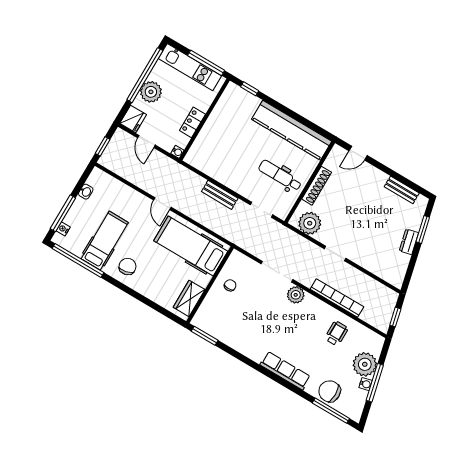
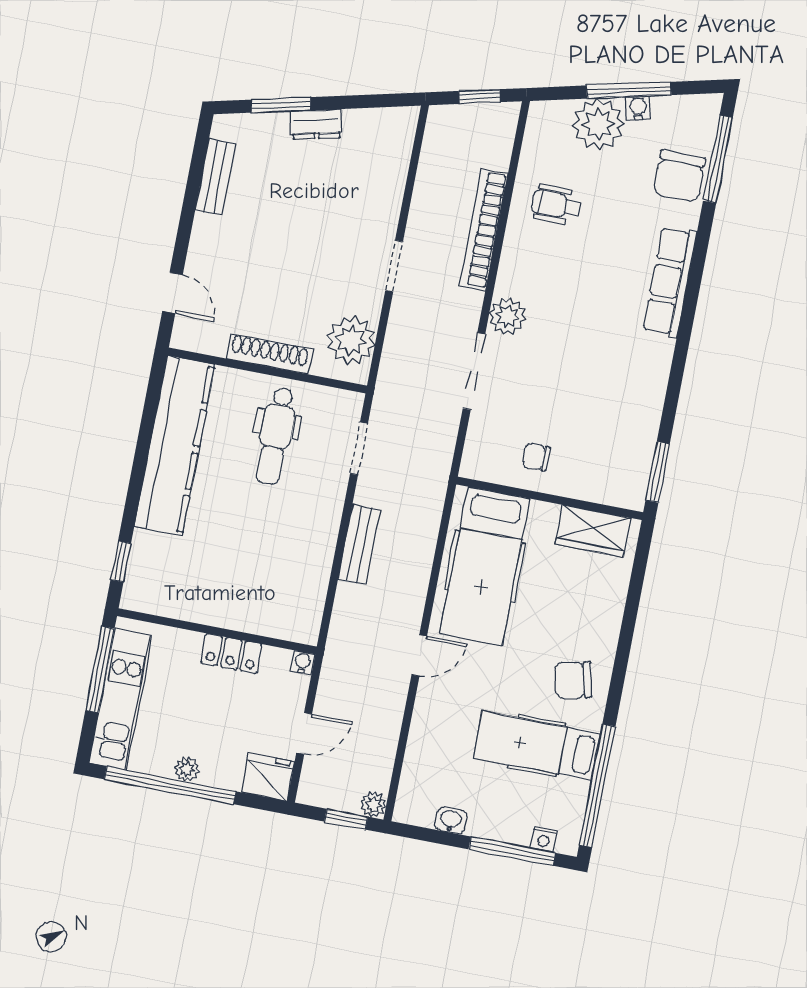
plant: (151, 92) -> (187, 769), width x0.53, depth x0.53
plant: (105, 160) -> (373, 805), added

